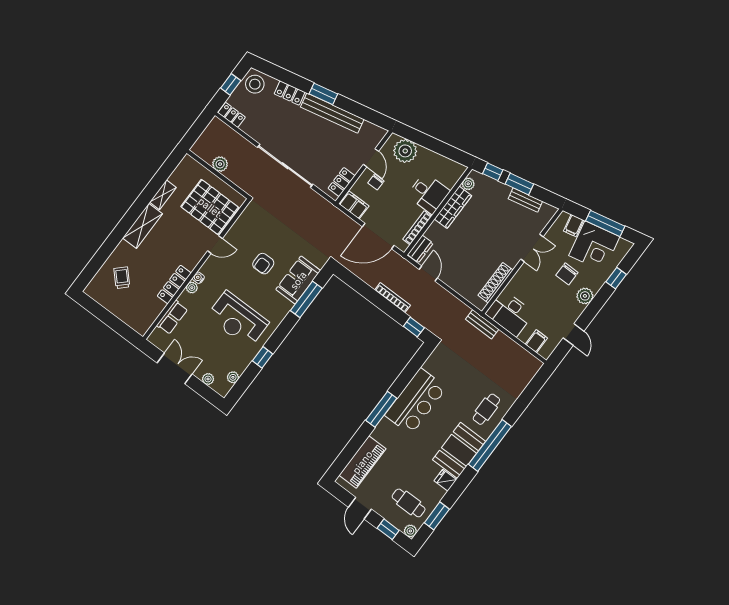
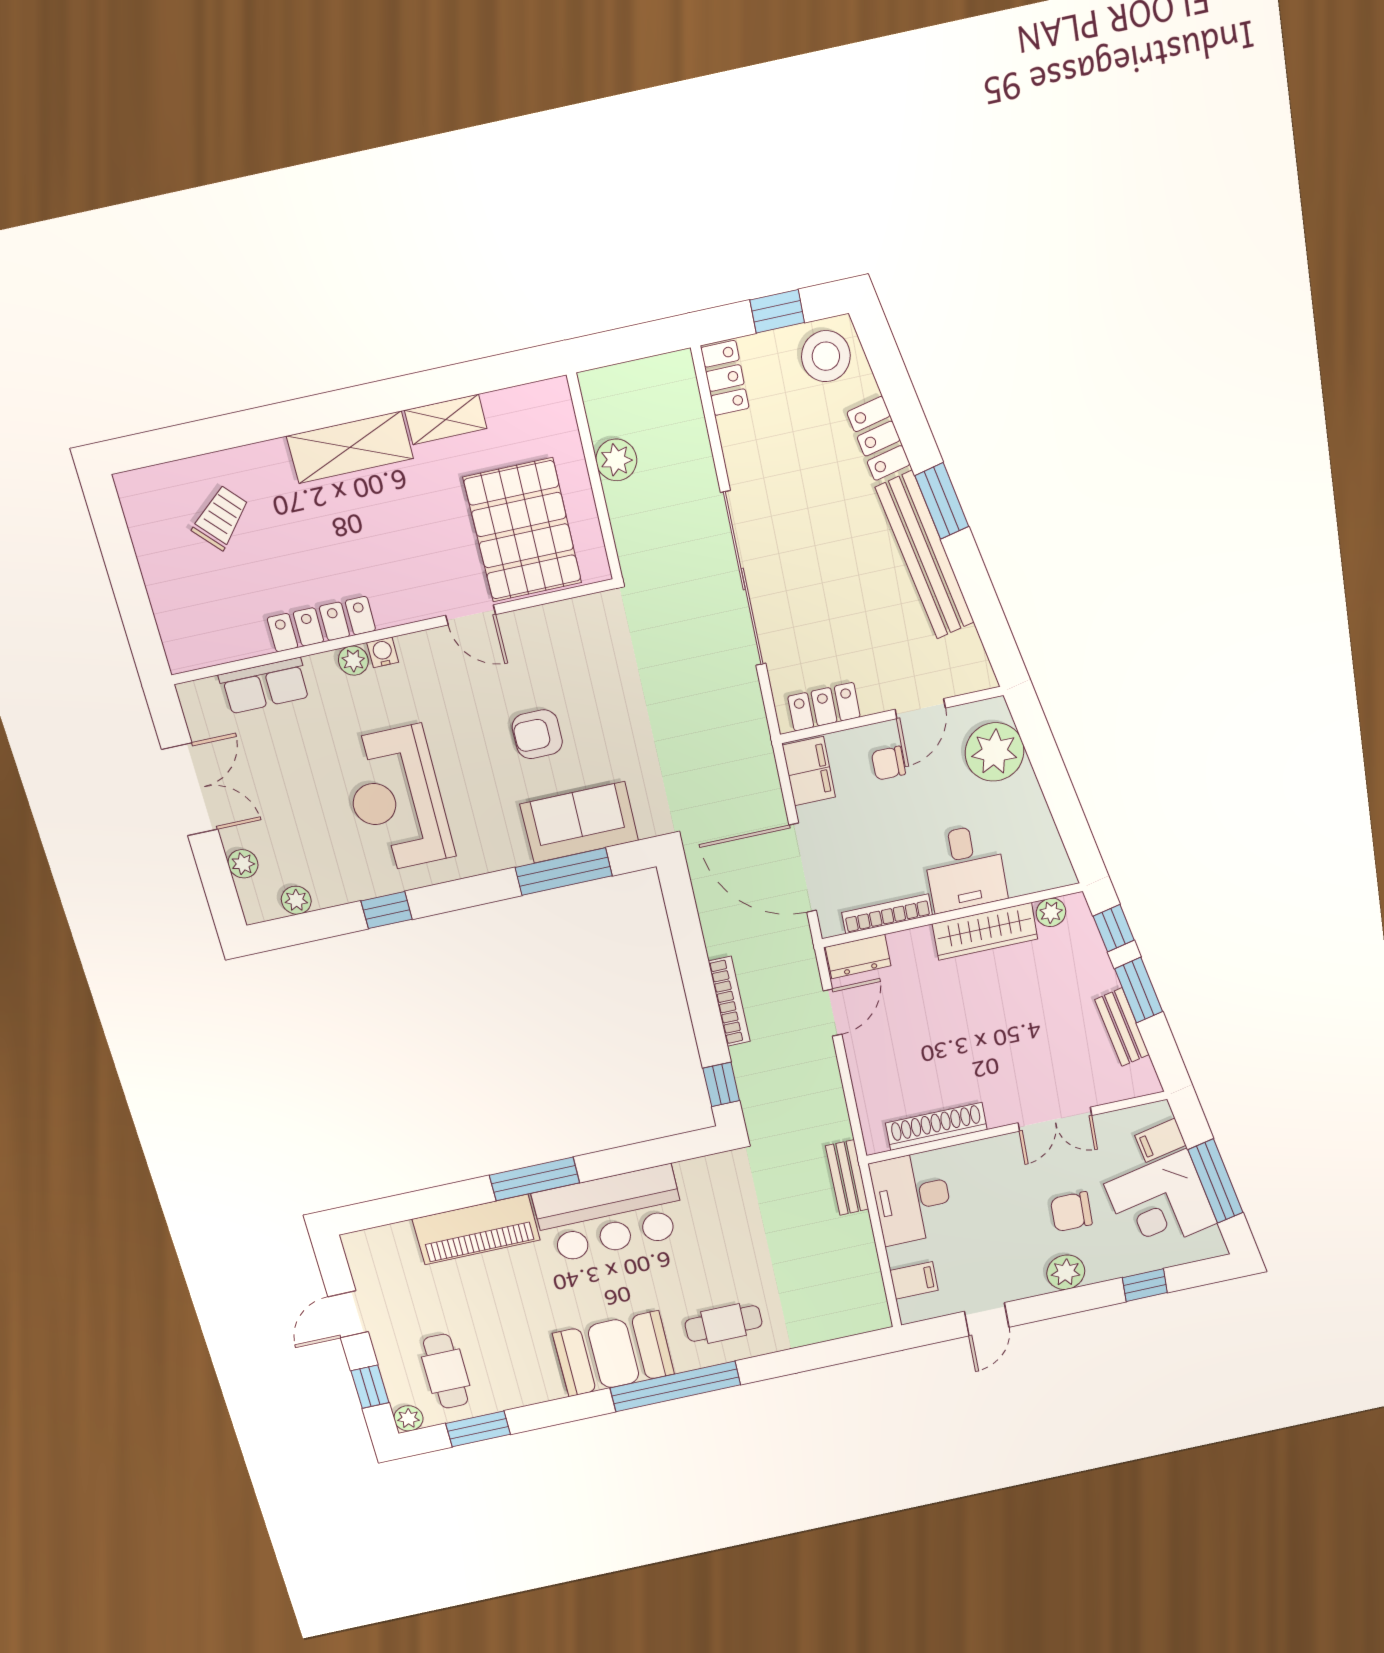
piano: (362, 462) -> (476, 1230), moved
fridge: (445, 480) -> (545, 1383), removed

